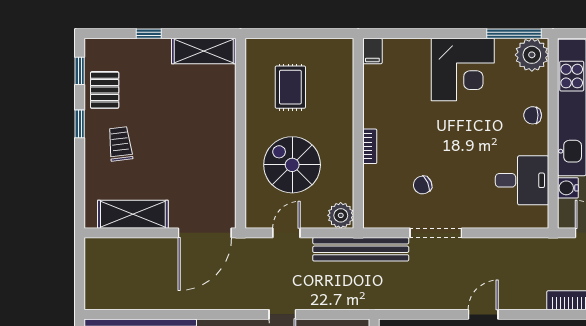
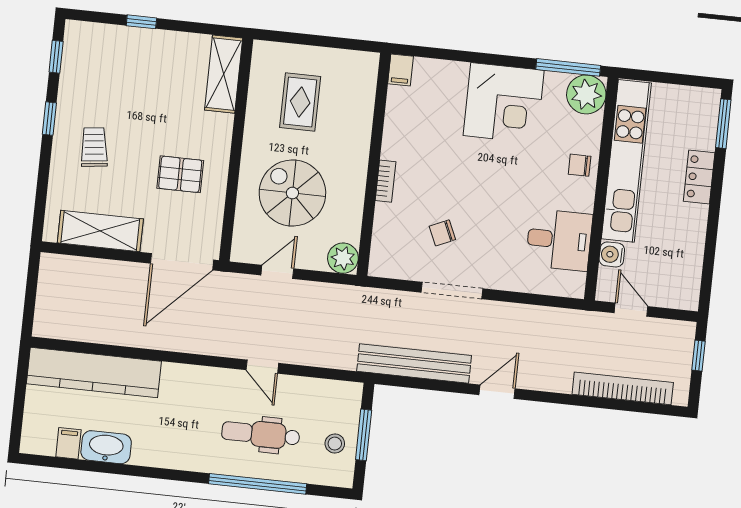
shelving: (204, 51) -> (224, 74), moved, turned 90
pallet: (105, 90) -> (180, 174), moved, turned 90
bench: (361, 249) -> (414, 363), moved

